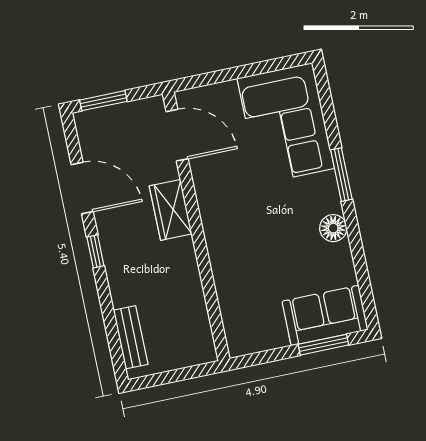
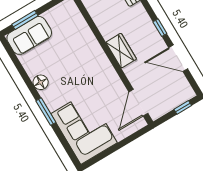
window: (103, 101) -> (183, 107), width x0.67
door: (177, 135) -> (138, 103), hinge flipped
wardrobe: (171, 210) -> (121, 51), moved

